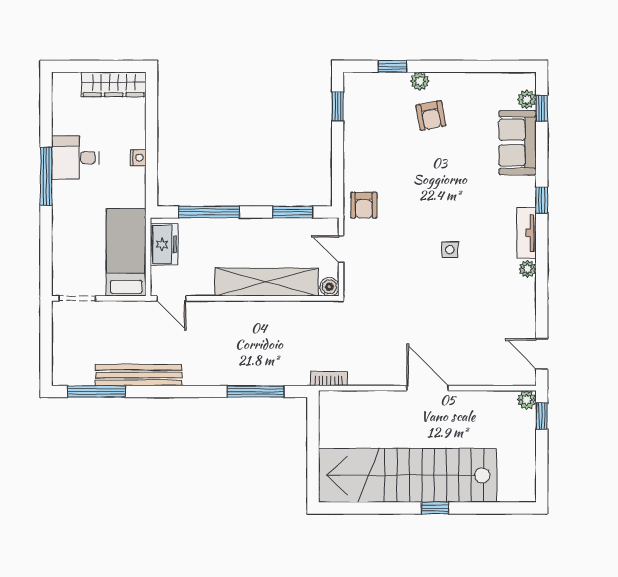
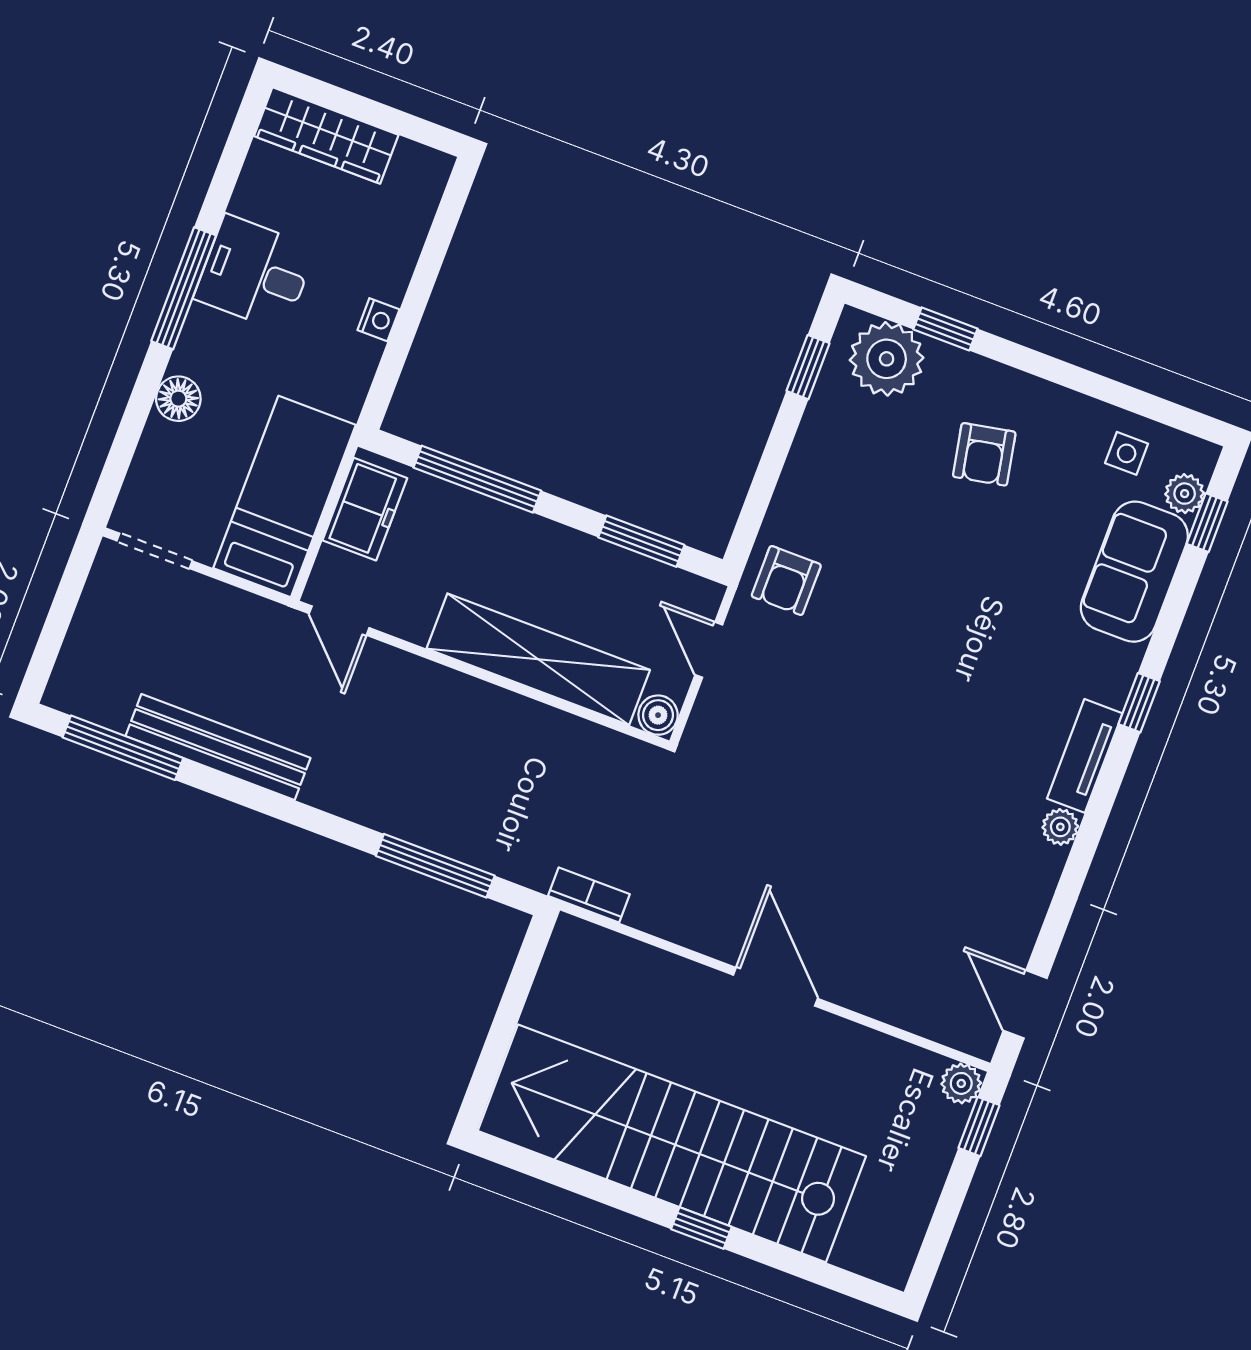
plant: (420, 81) -> (887, 359), moved, width x1.87, depth x1.87
wardrobe: (114, 84) -> (326, 135), moved
floor lamp: (62, 227) -> (178, 399), added
side table: (450, 250) -> (1127, 453), moved

